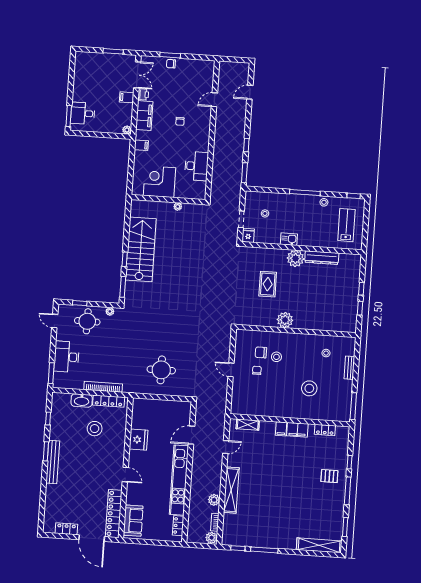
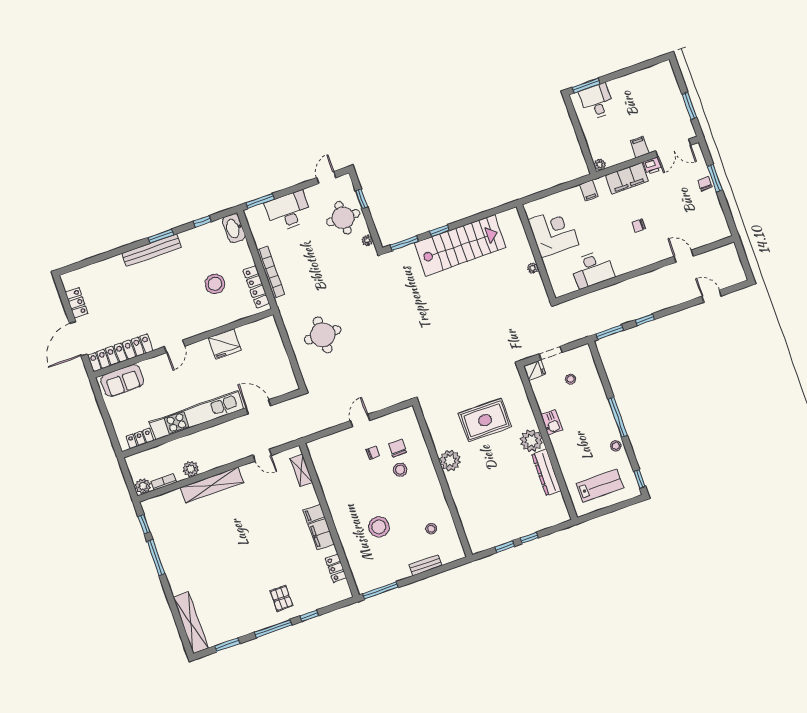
rug: (268, 284) -> (485, 420), width x1.36, depth x1.43
washbasin: (82, 400) -> (234, 228), moved

